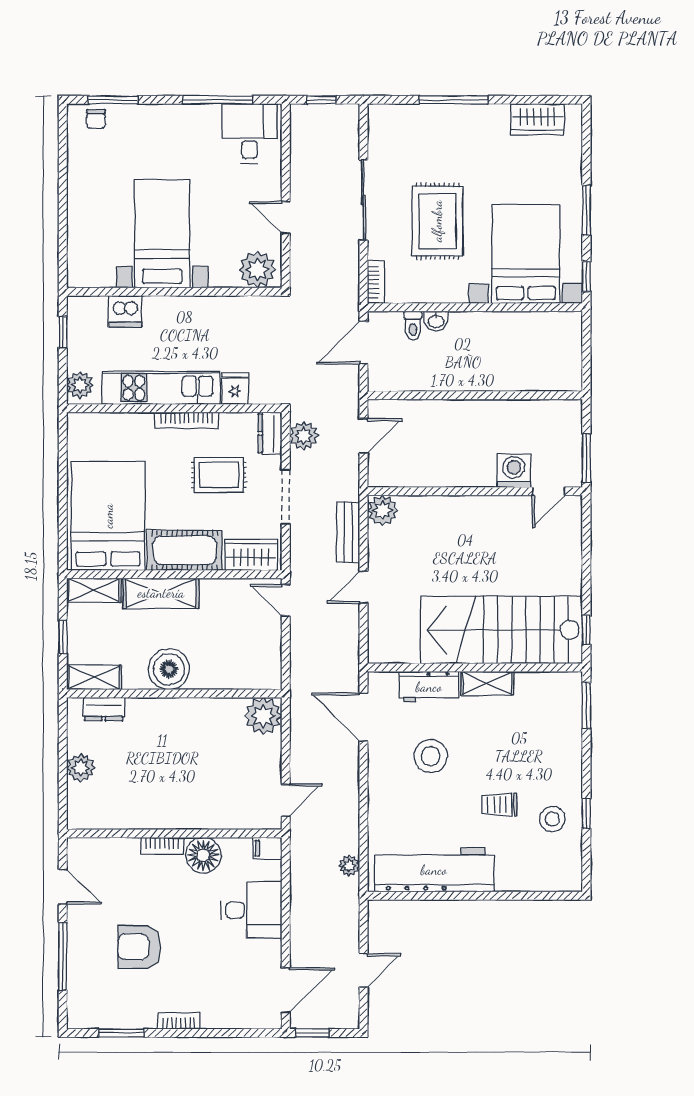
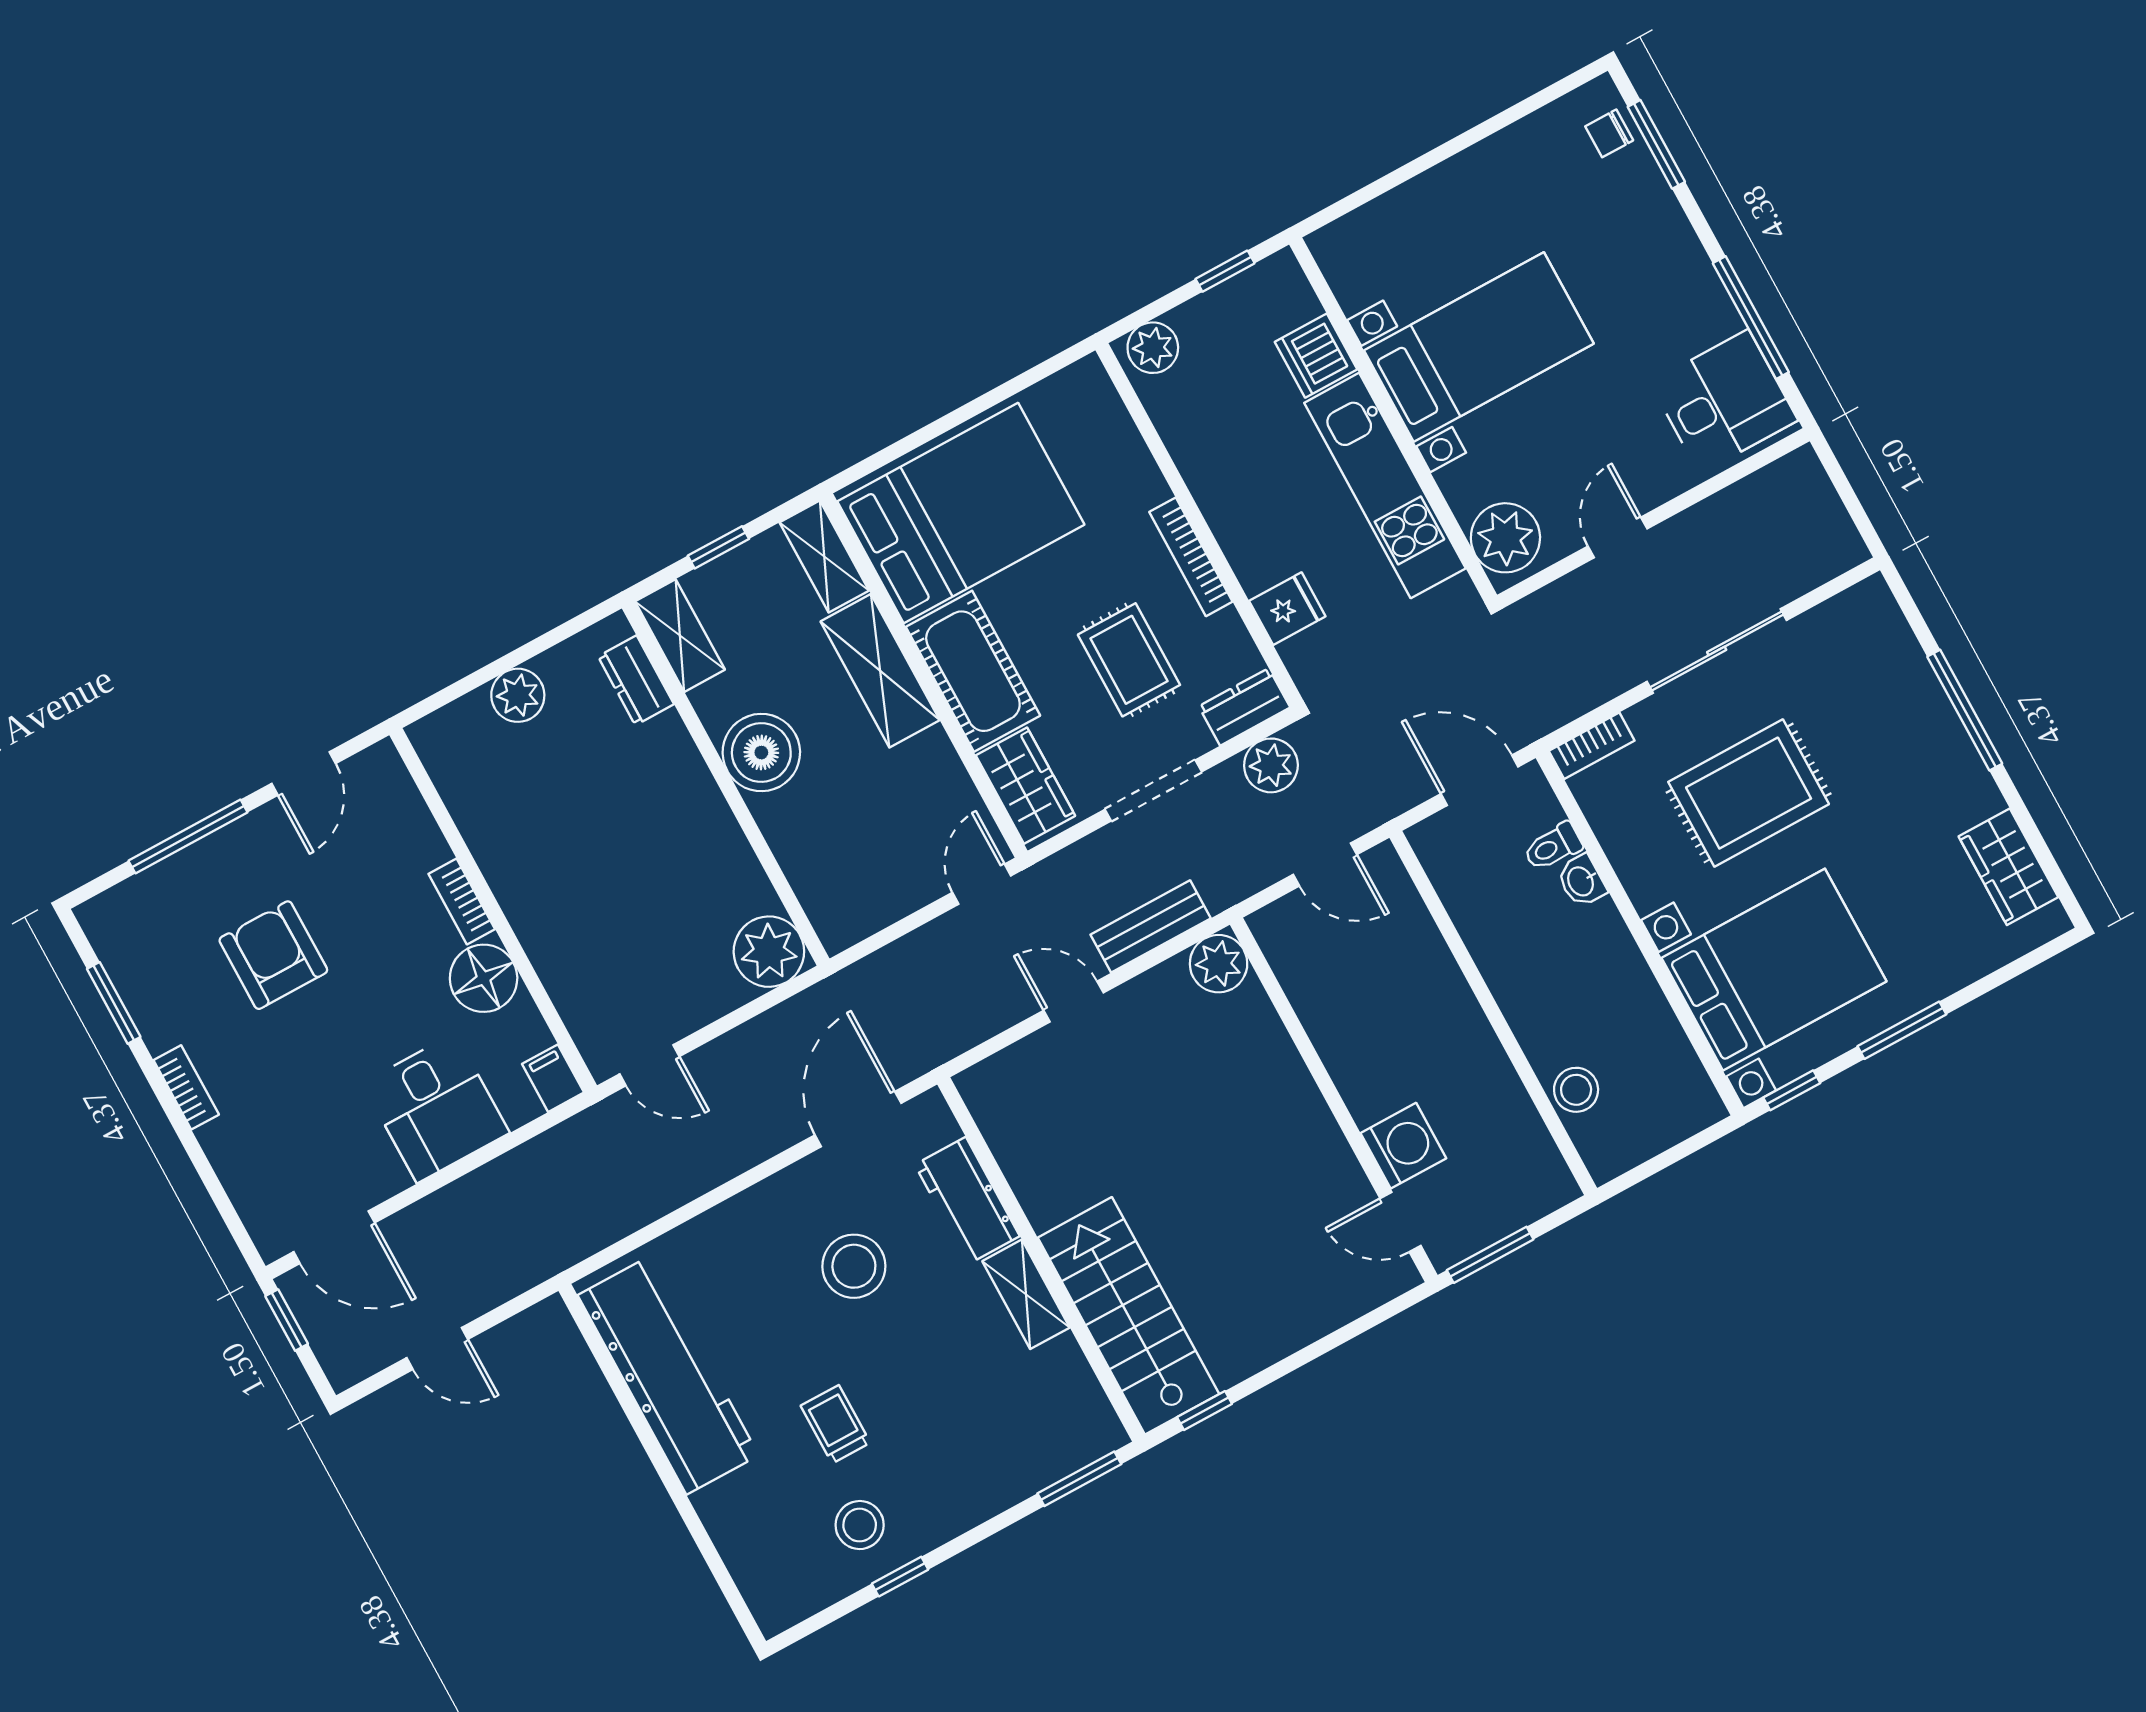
window: (322, 100) -> (1845, 491), removed
stool: (532, 376) -> (1576, 1090), added
kitchen unit: (161, 388) -> (1385, 486), moved, turned 180
stairs: (502, 630) -> (1128, 1316), width x0.73, depth x0.66
plant: (349, 866) -> (598, 1230), removed

